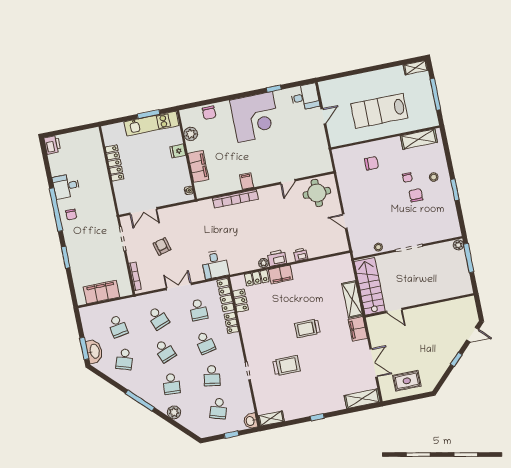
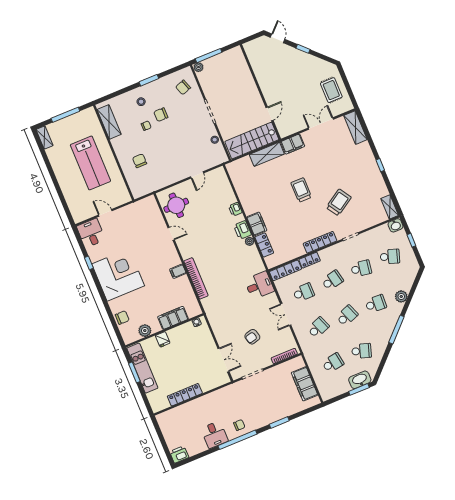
chair: (440, 224) -> (183, 87), added
locker: (241, 301) -> (320, 242), moved, width x1.53
trolley: (307, 328) -> (301, 190), turned 180
trolley: (286, 366) -> (339, 202), turned 57

